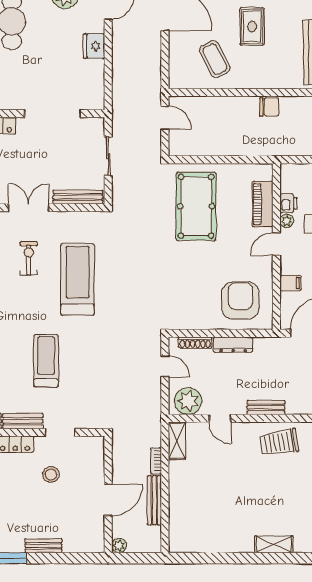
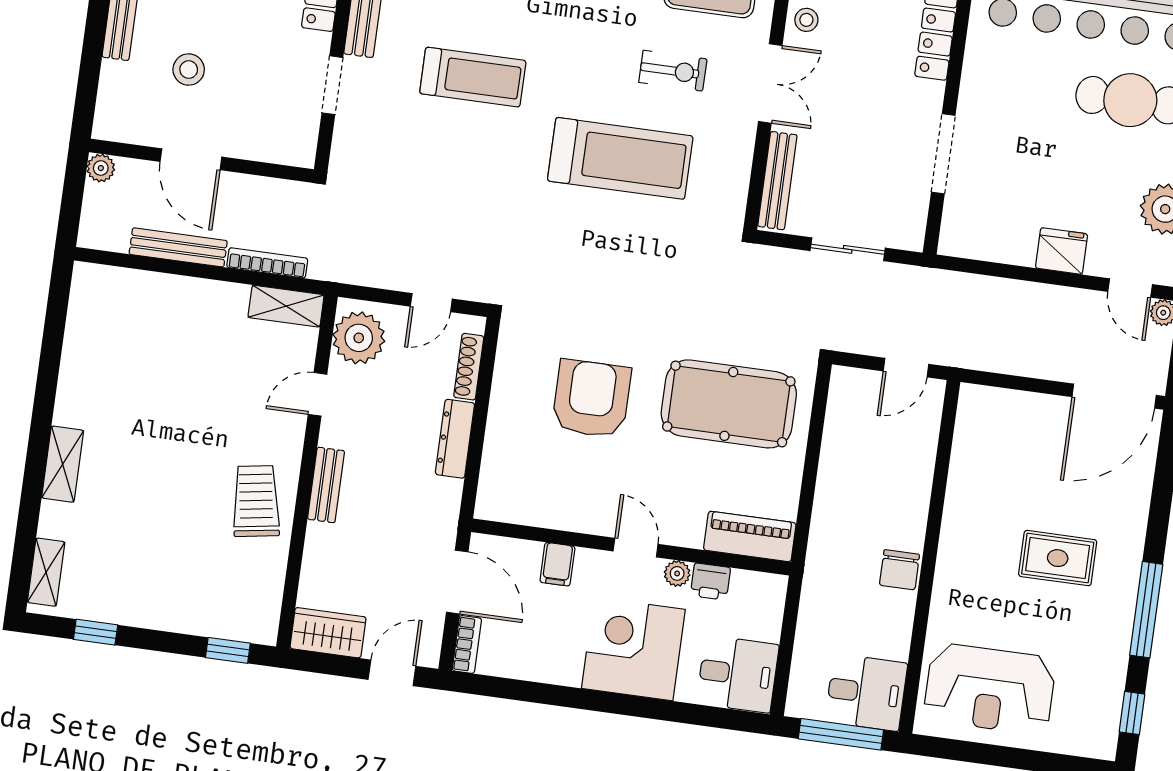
coffee table: (215, 59) -> (1005, 478), removed
doorway: (52, 114) -> (943, 154), width x0.73
piano: (263, 204) -> (750, 536), moved
armchair: (240, 301) -> (591, 399), moved, turned -90
bookcase: (156, 461) -> (267, 263), width x1.56
stool: (51, 475) -> (189, 70), moved

